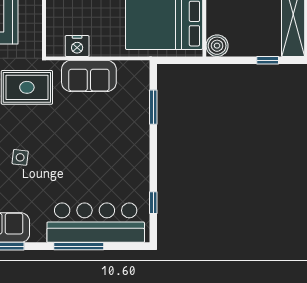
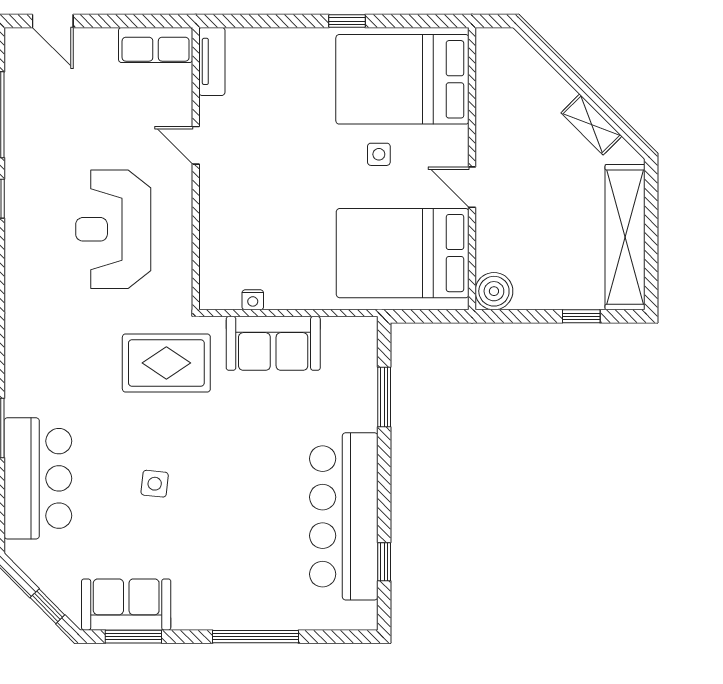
nightstand: (77, 46) -> (253, 300), width x0.53, depth x0.56
bar counter: (96, 223) -> (344, 516), moved, turned -90

